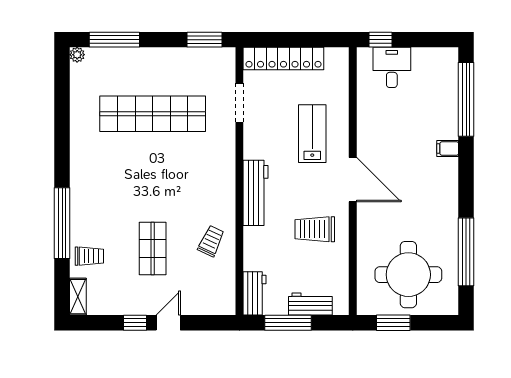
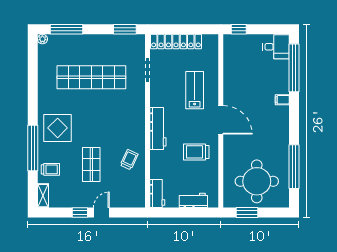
desk: (392, 67) -> (276, 47), moved, turned 90
display table: (100, 192) -> (58, 128), added
window: (288, 323) -> (179, 212), removed

